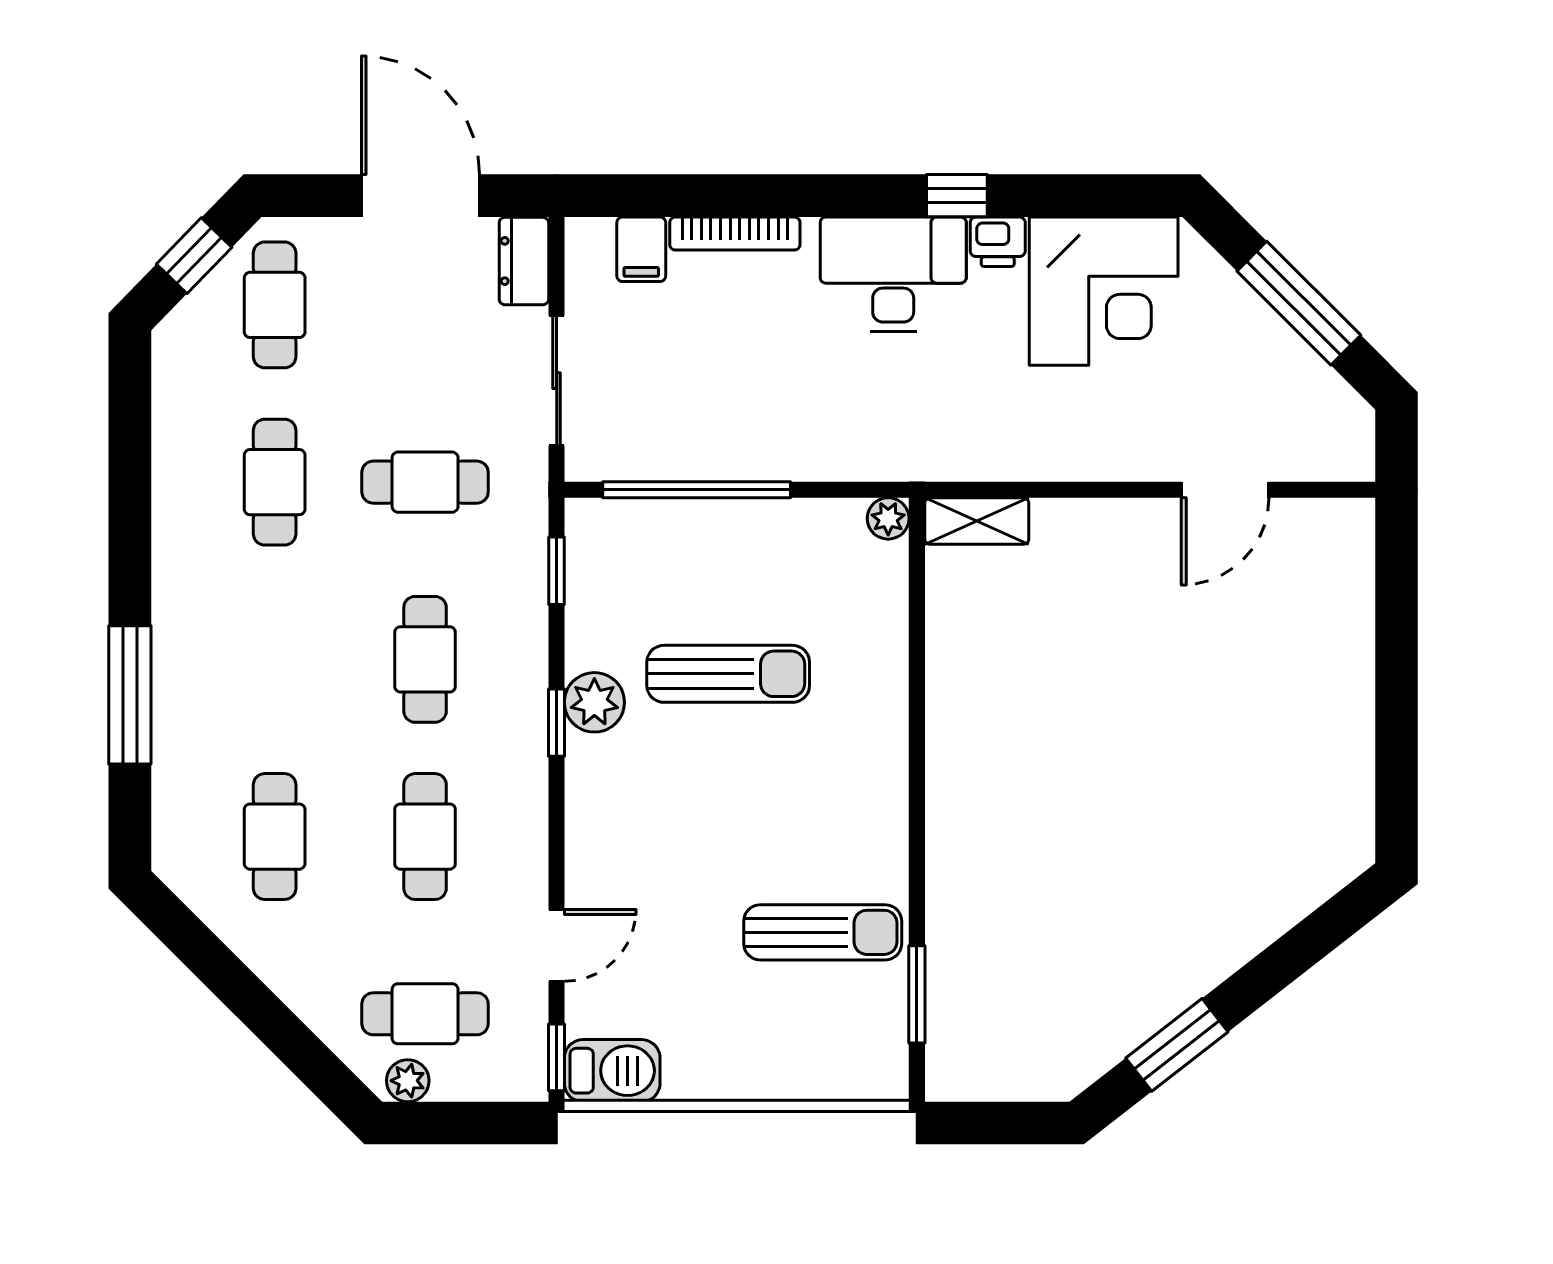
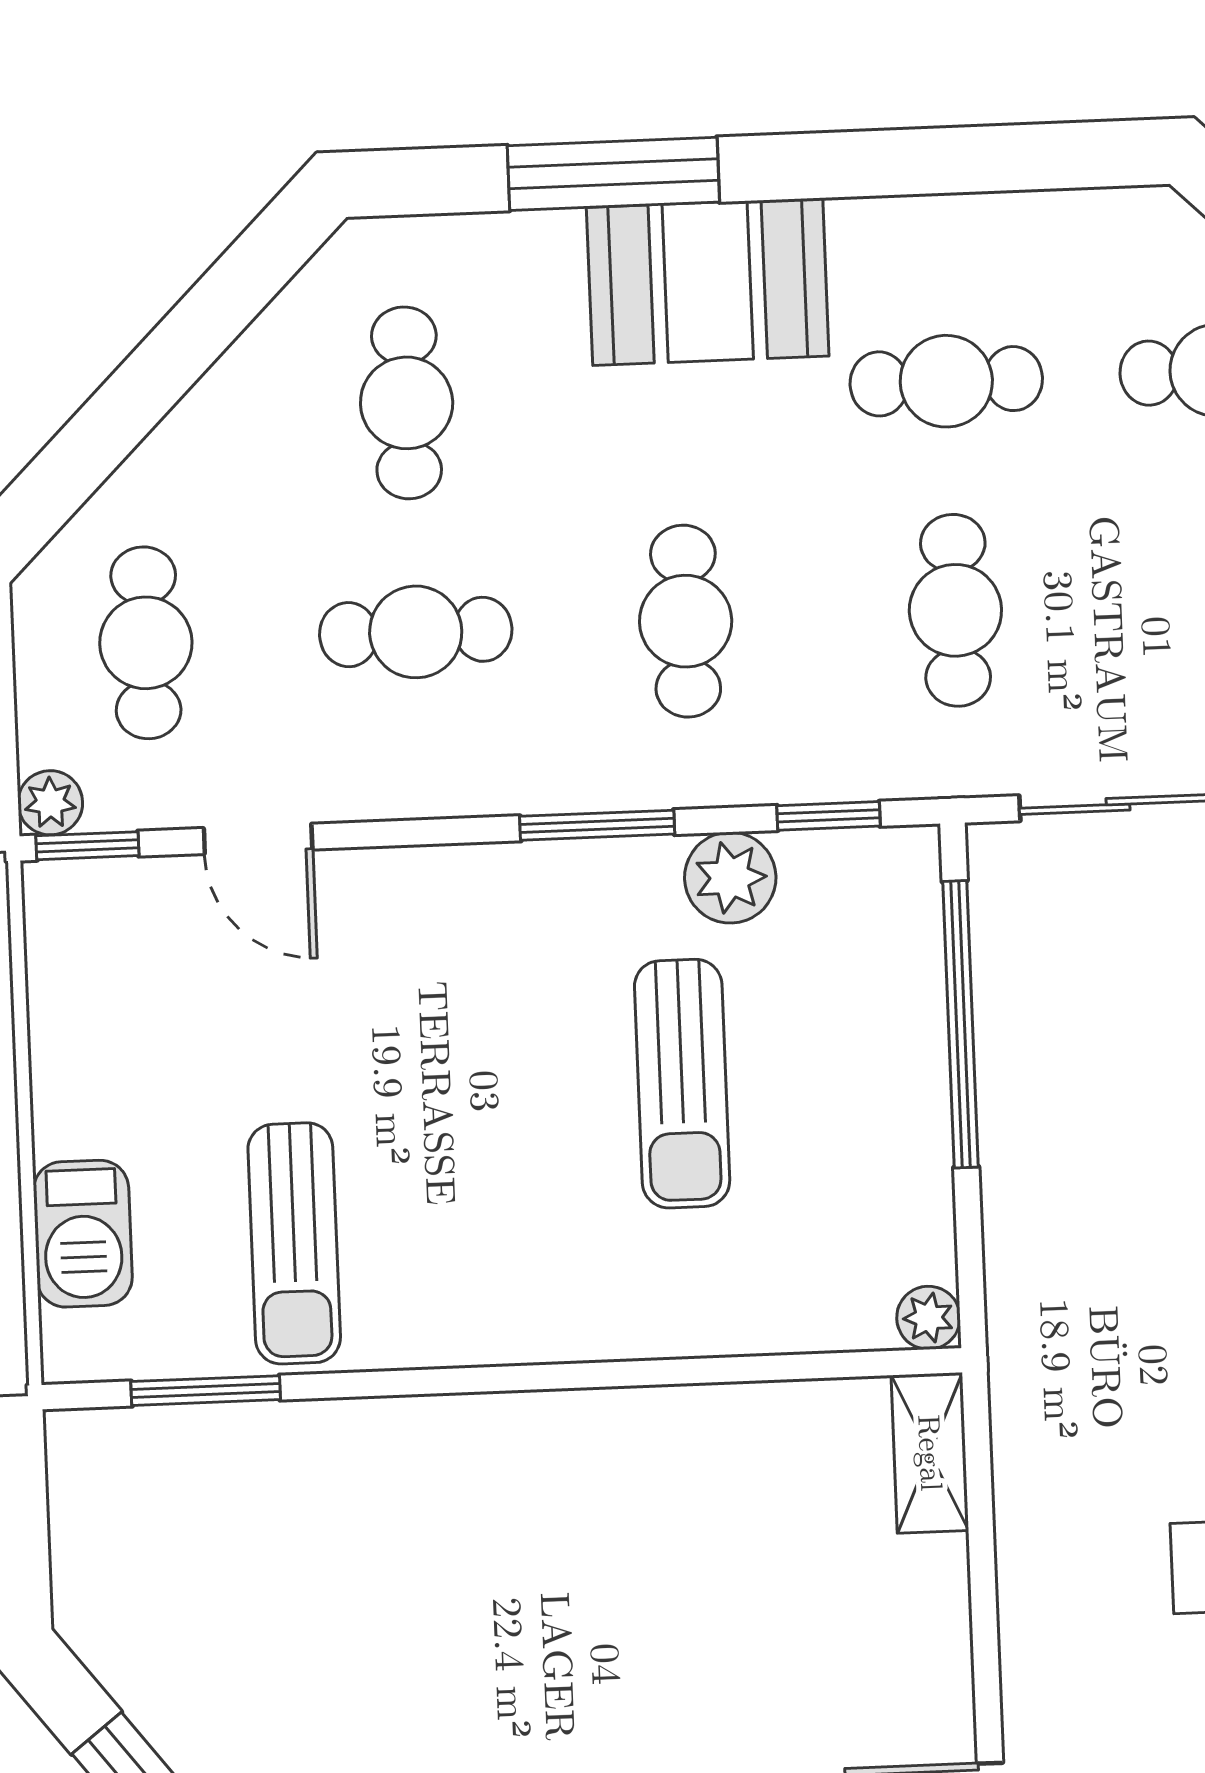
booth: (203, 636) -> (708, 282), added
cafe table: (425, 659) -> (686, 621), turned 90
plant: (594, 702) -> (730, 878), moved
window: (557, 723) -> (597, 825), width x1.50
cafe table: (275, 837) -> (407, 403), turned 90
barbecue: (612, 1071) -> (83, 1234), moved
plant: (408, 1081) -> (50, 803), moved

